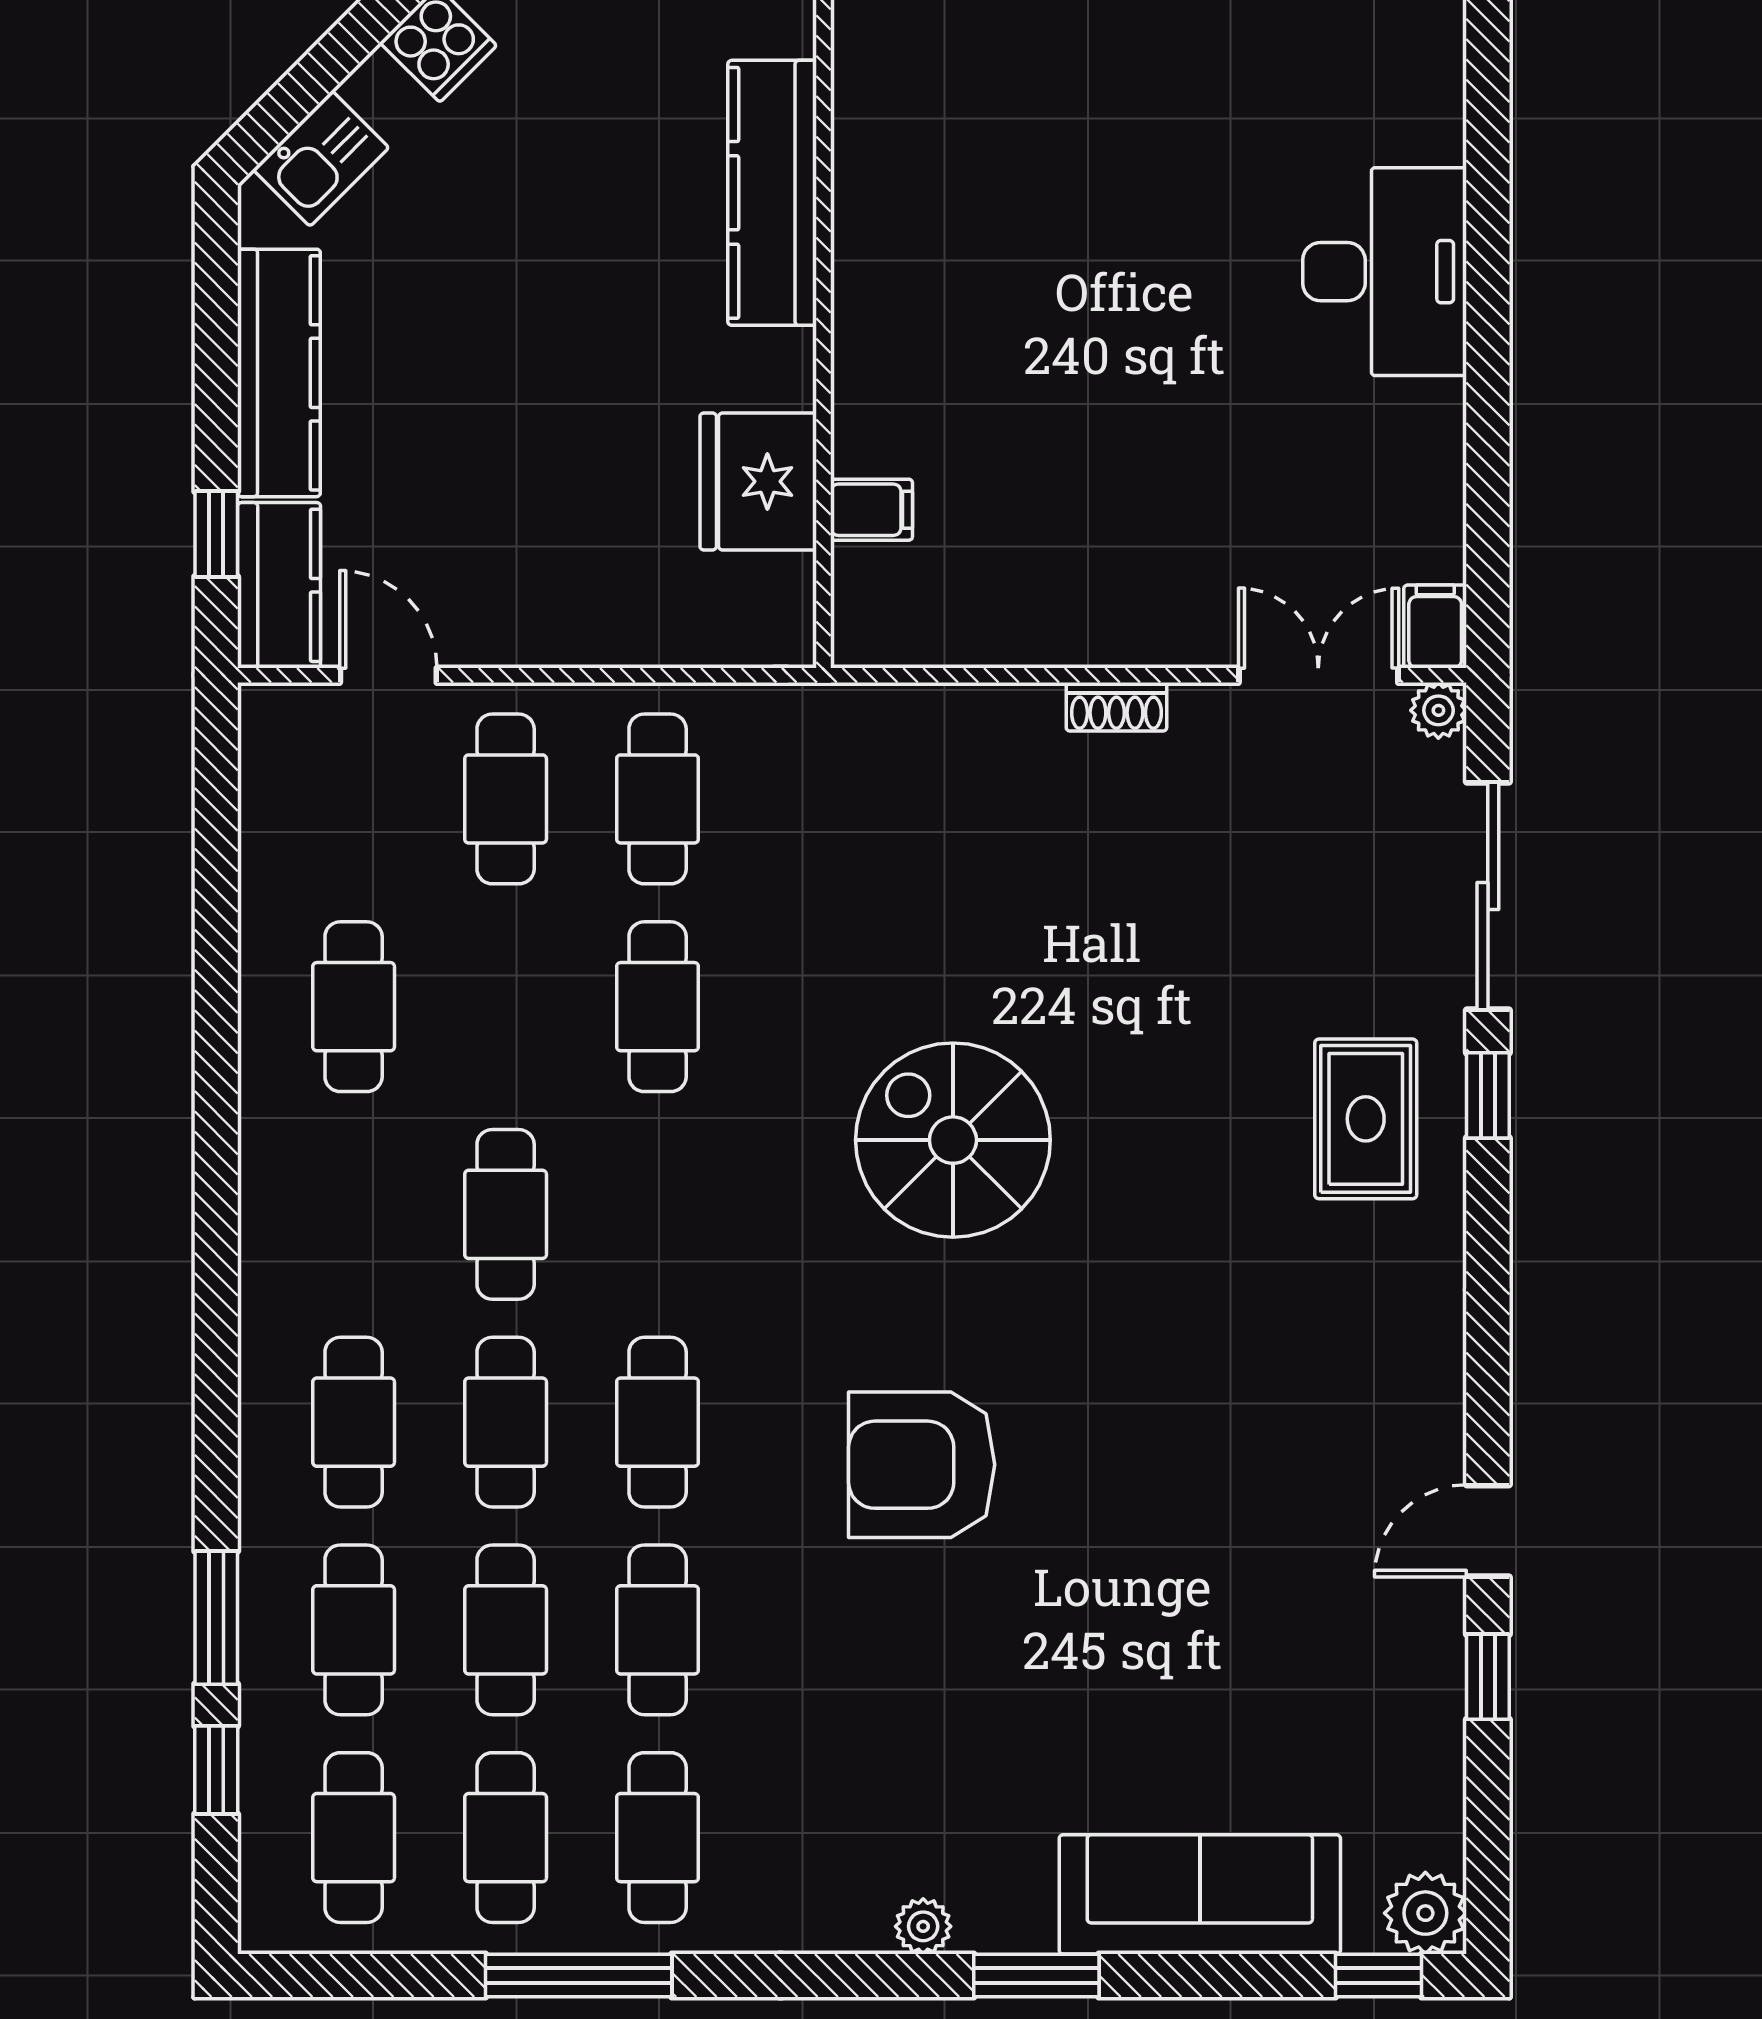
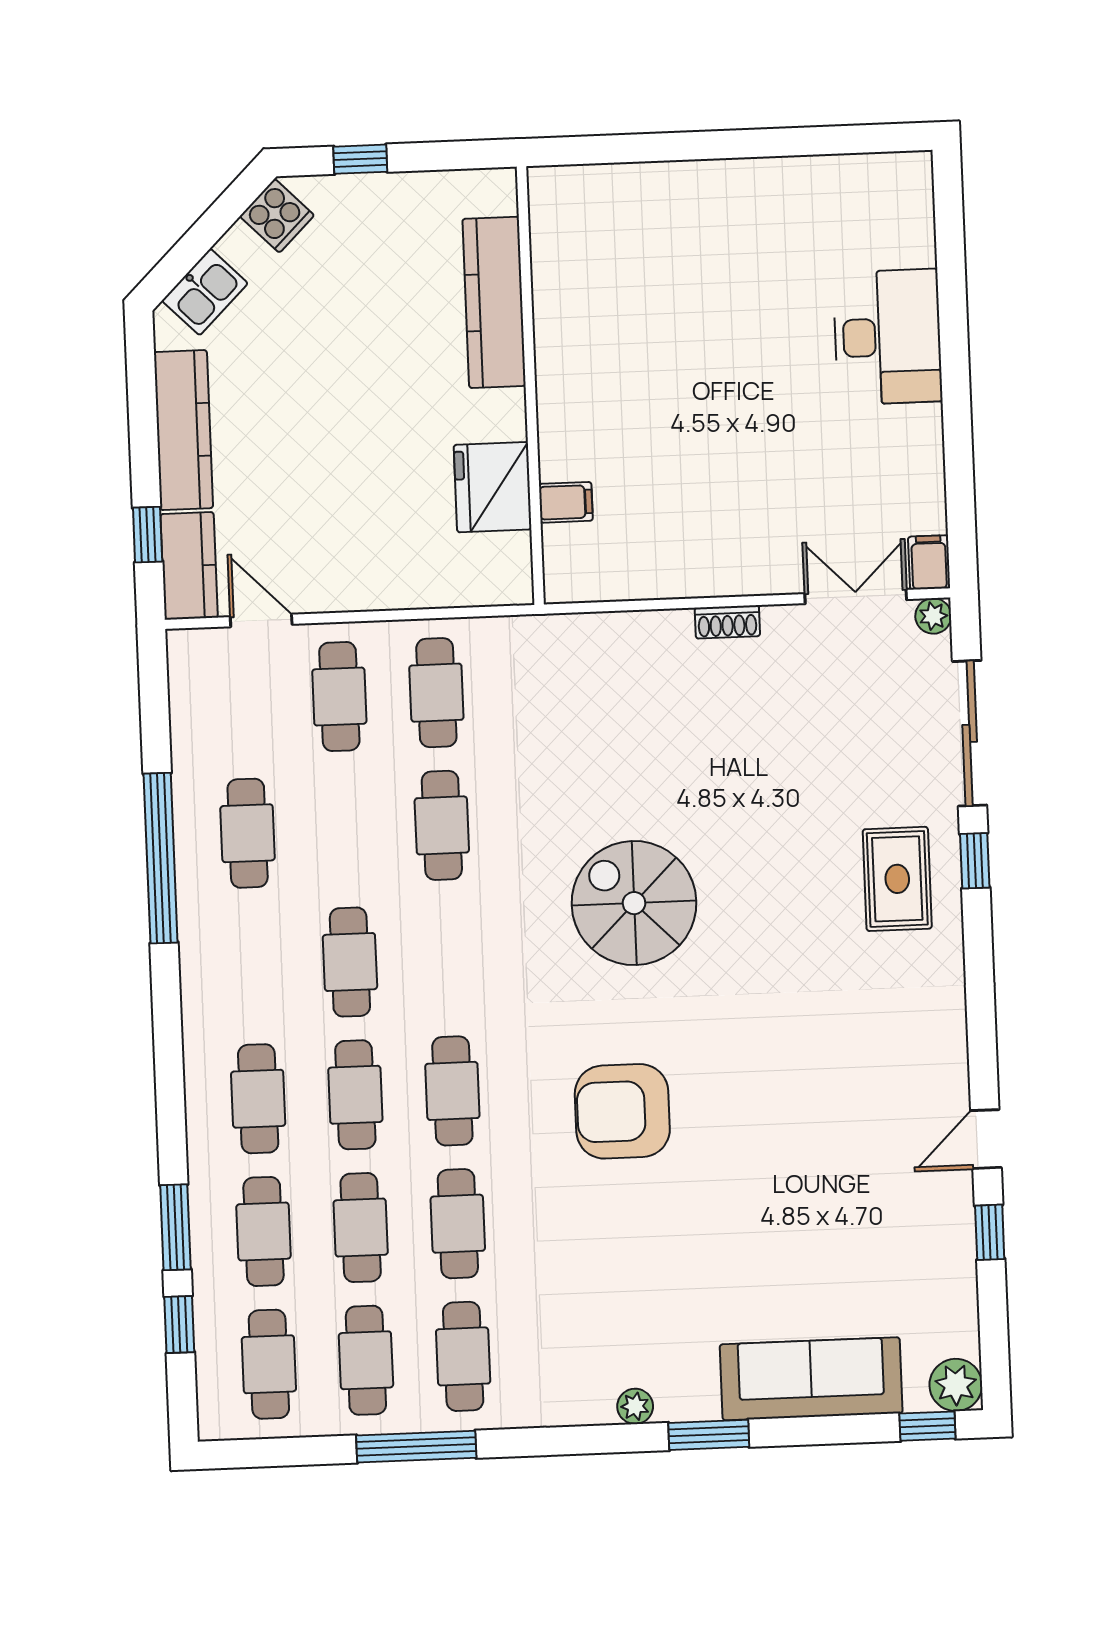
window: (216, 1040) -> (161, 858), added

